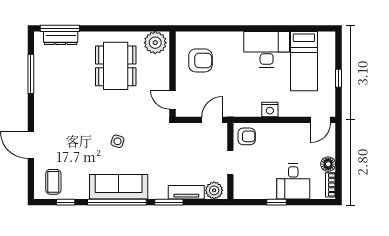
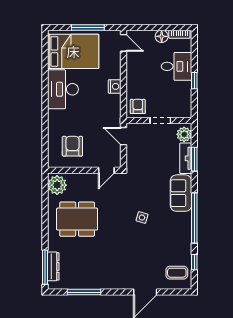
bed: (304, 61) -> (73, 51), width x1.50
window: (339, 78) -> (88, 27), width x2.17
sofa: (119, 187) -> (181, 193), moved, width x0.73
window: (169, 202) -> (194, 159), moved

